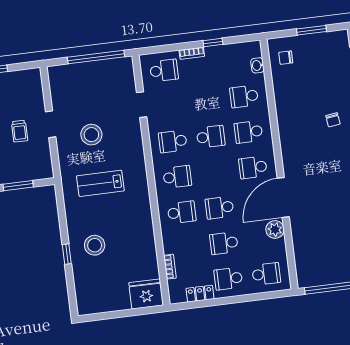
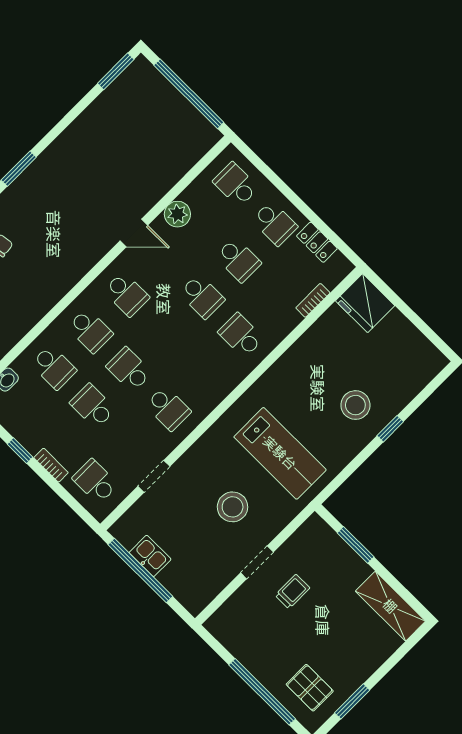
kitchen sink: (100, 69) -> (150, 556), added
school desk: (177, 177) -> (93, 406), moved
lab bench: (100, 183) -> (280, 453), width x1.36, depth x1.39
door: (283, 198) -> (134, 233), width x0.53

